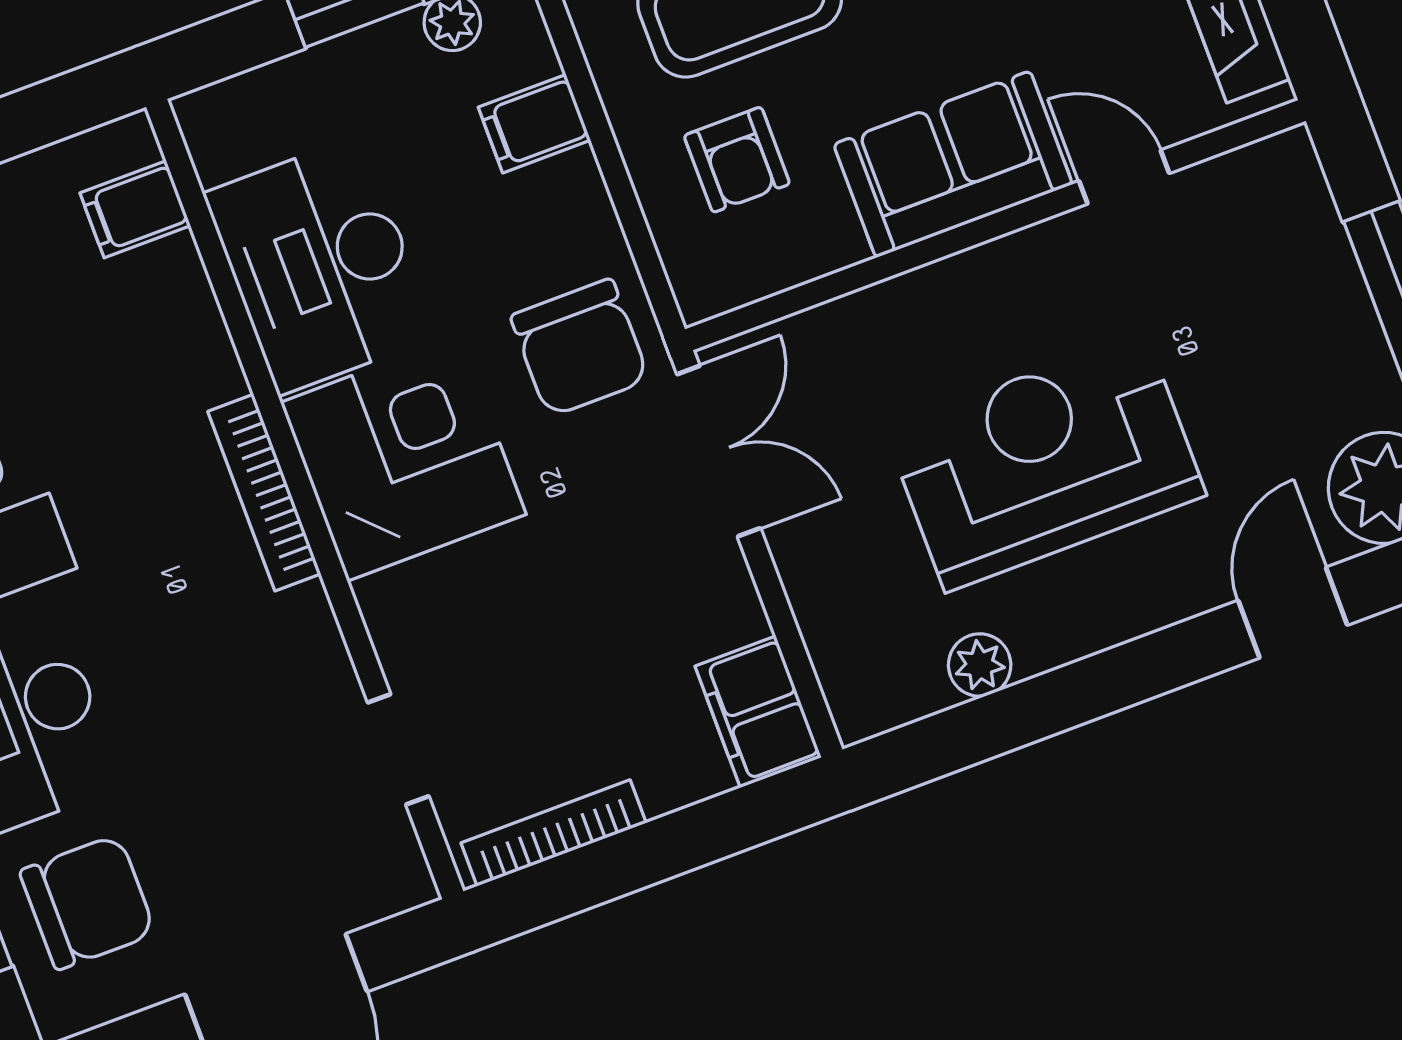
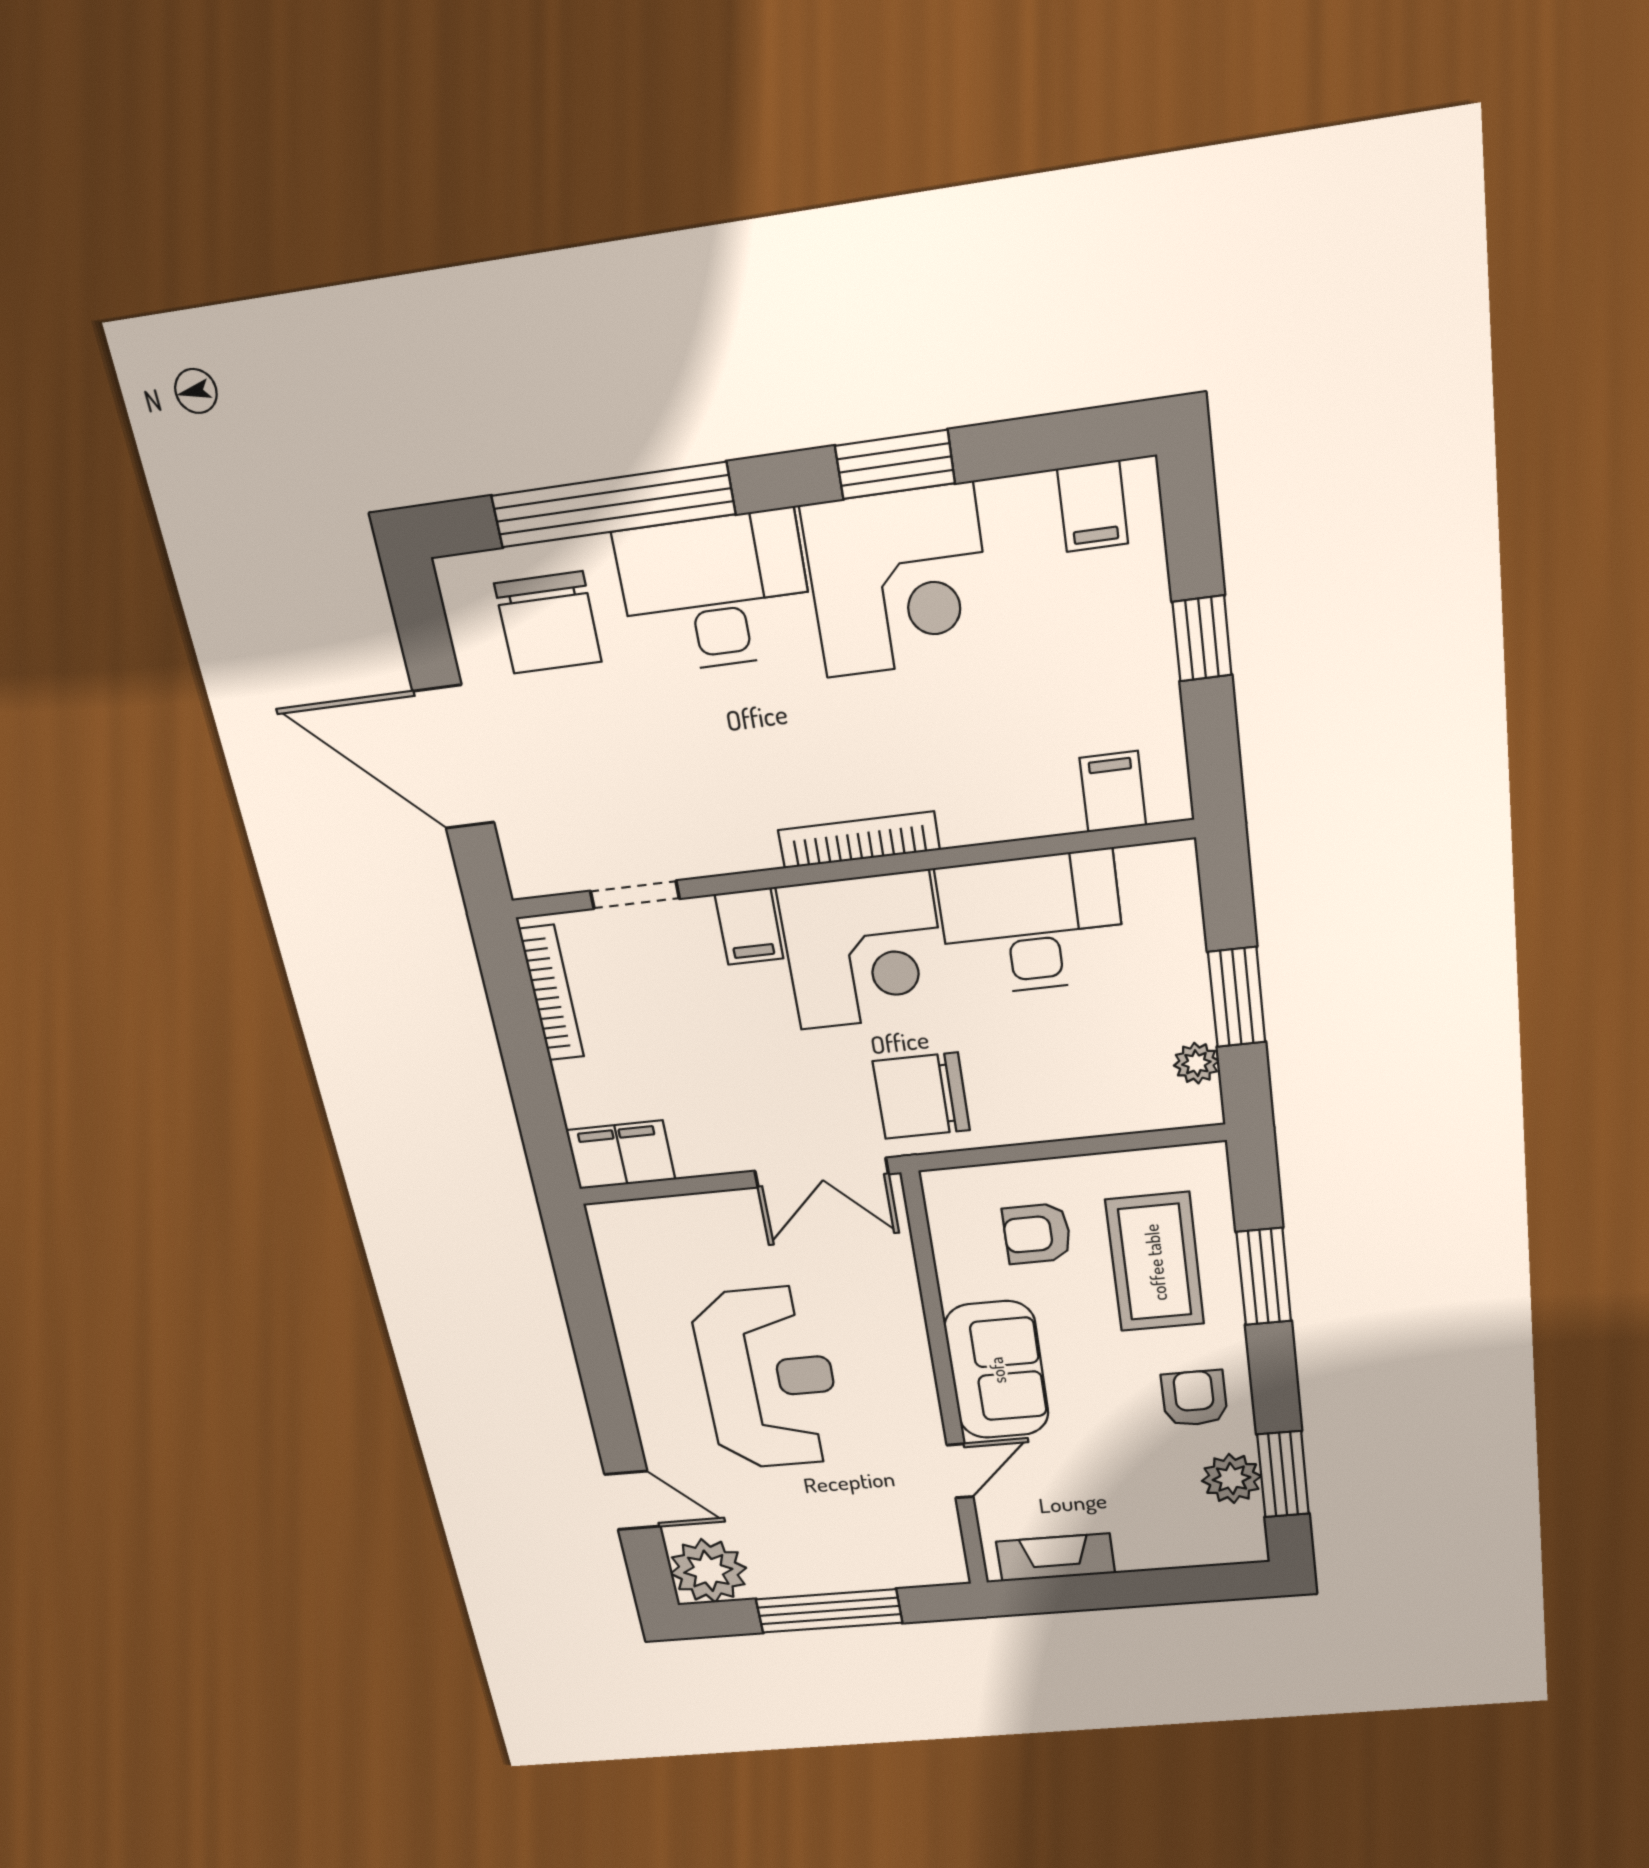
filing cabinet: (534, 124) -> (749, 926), moved, turned 180
plant: (980, 665) -> (630, 1305), removed

